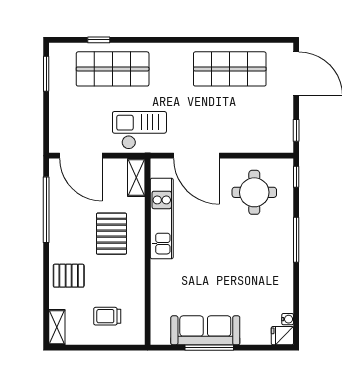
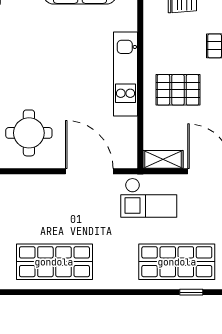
shelving: (136, 178) -> (163, 159), moved, turned 90
kitchen unit: (162, 218) -> (125, 74), moved
pallet: (111, 234) -> (178, 90), turned 90

